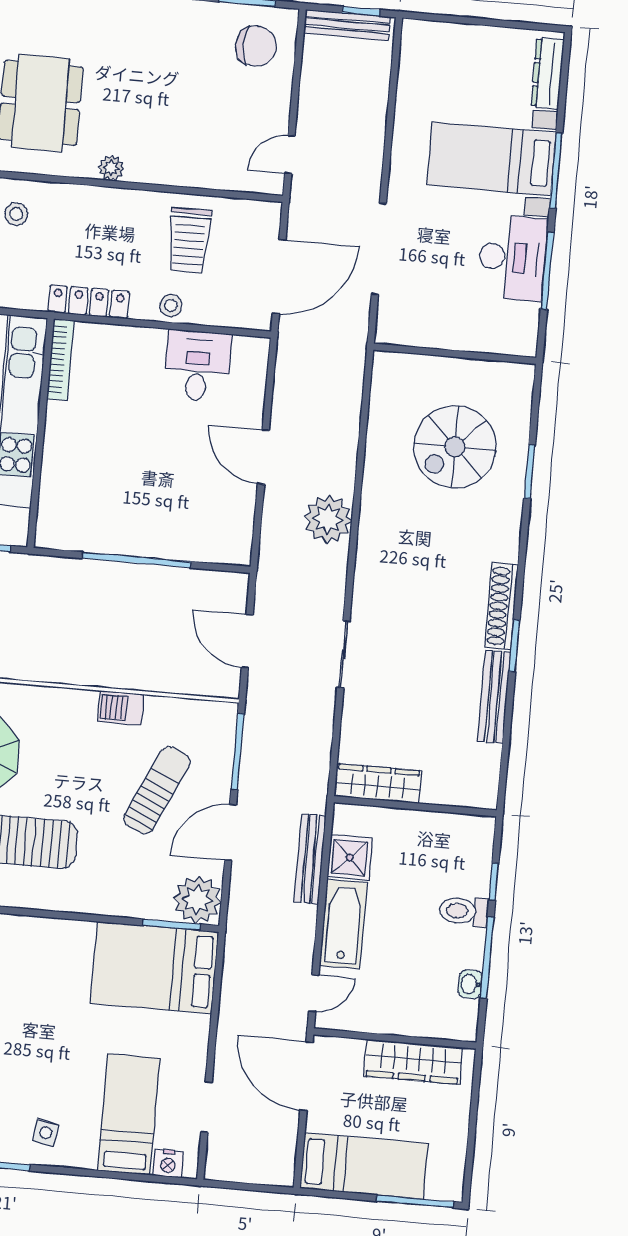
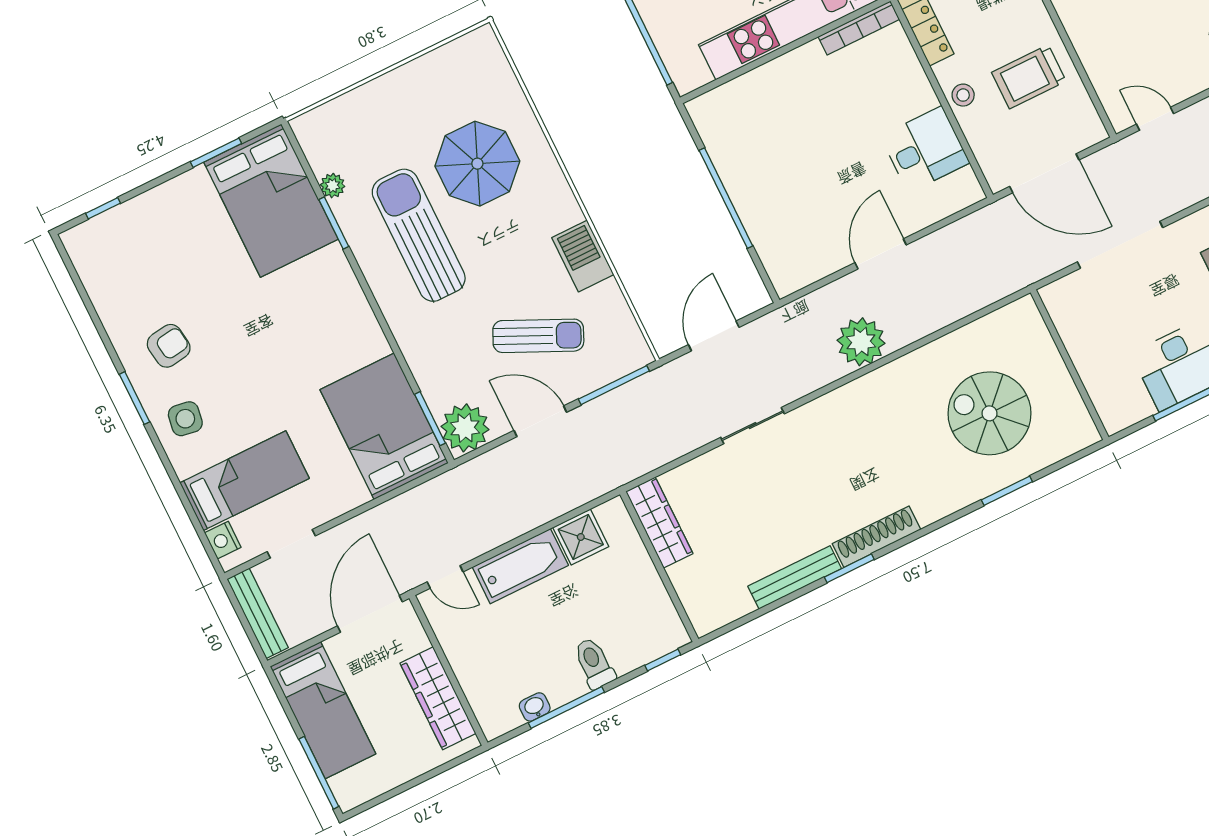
barbecue: (121, 708) -> (583, 256), width x1.38, depth x1.27
bench: (310, 859) -> (258, 613), moved, turned 90
window: (494, 882) -> (663, 660), moved
side table: (46, 1133) -> (185, 419), width x1.37, depth x1.37

